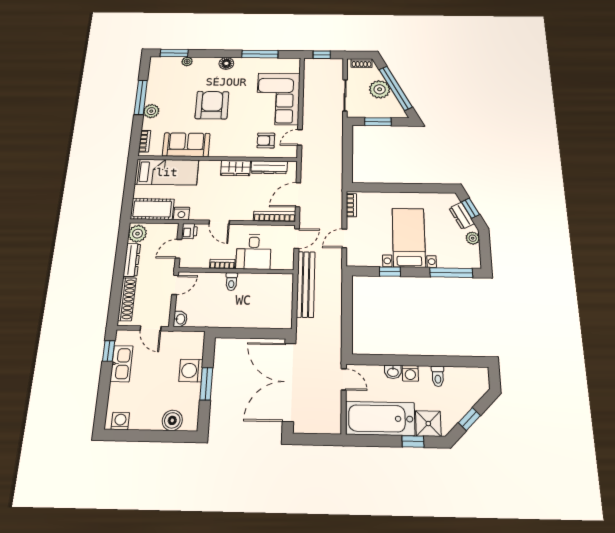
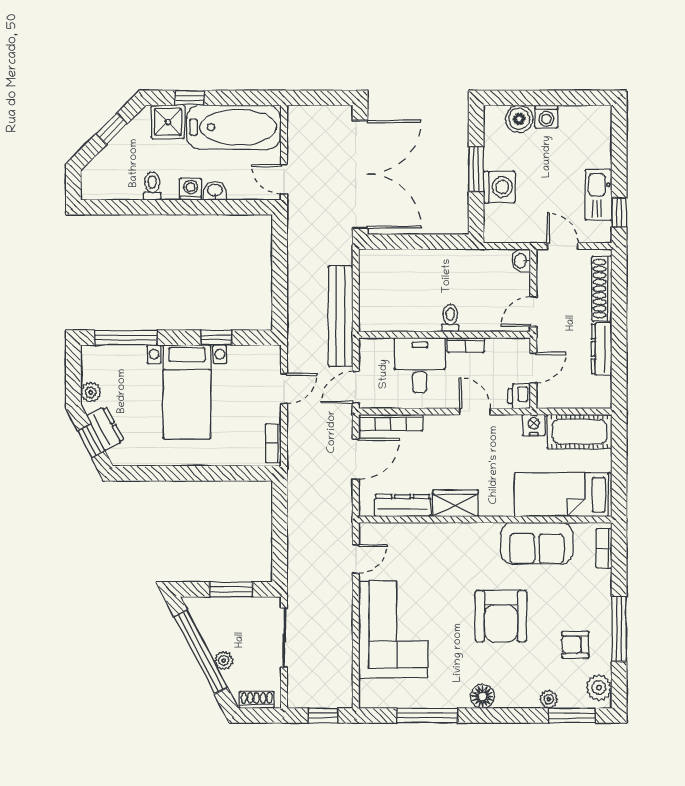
plant: (380, 89) -> (224, 661), width x0.53, depth x0.53
plant: (151, 111) -> (599, 688), moved
armchair: (266, 141) -> (575, 645), moved, turned 180
plant: (138, 234) -> (598, 391), removed
washing machine: (120, 421) -> (546, 117), moved

